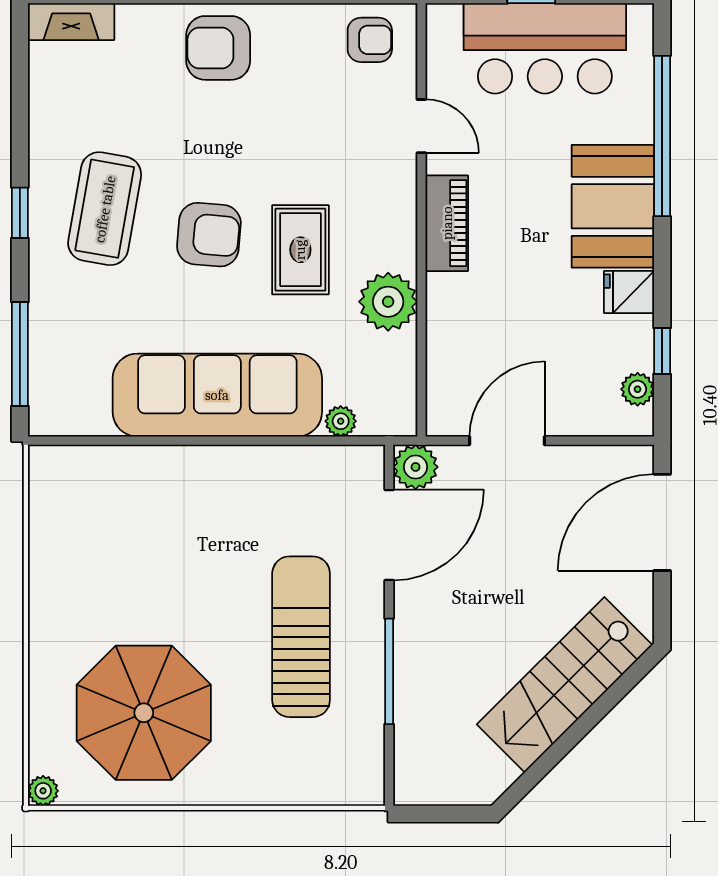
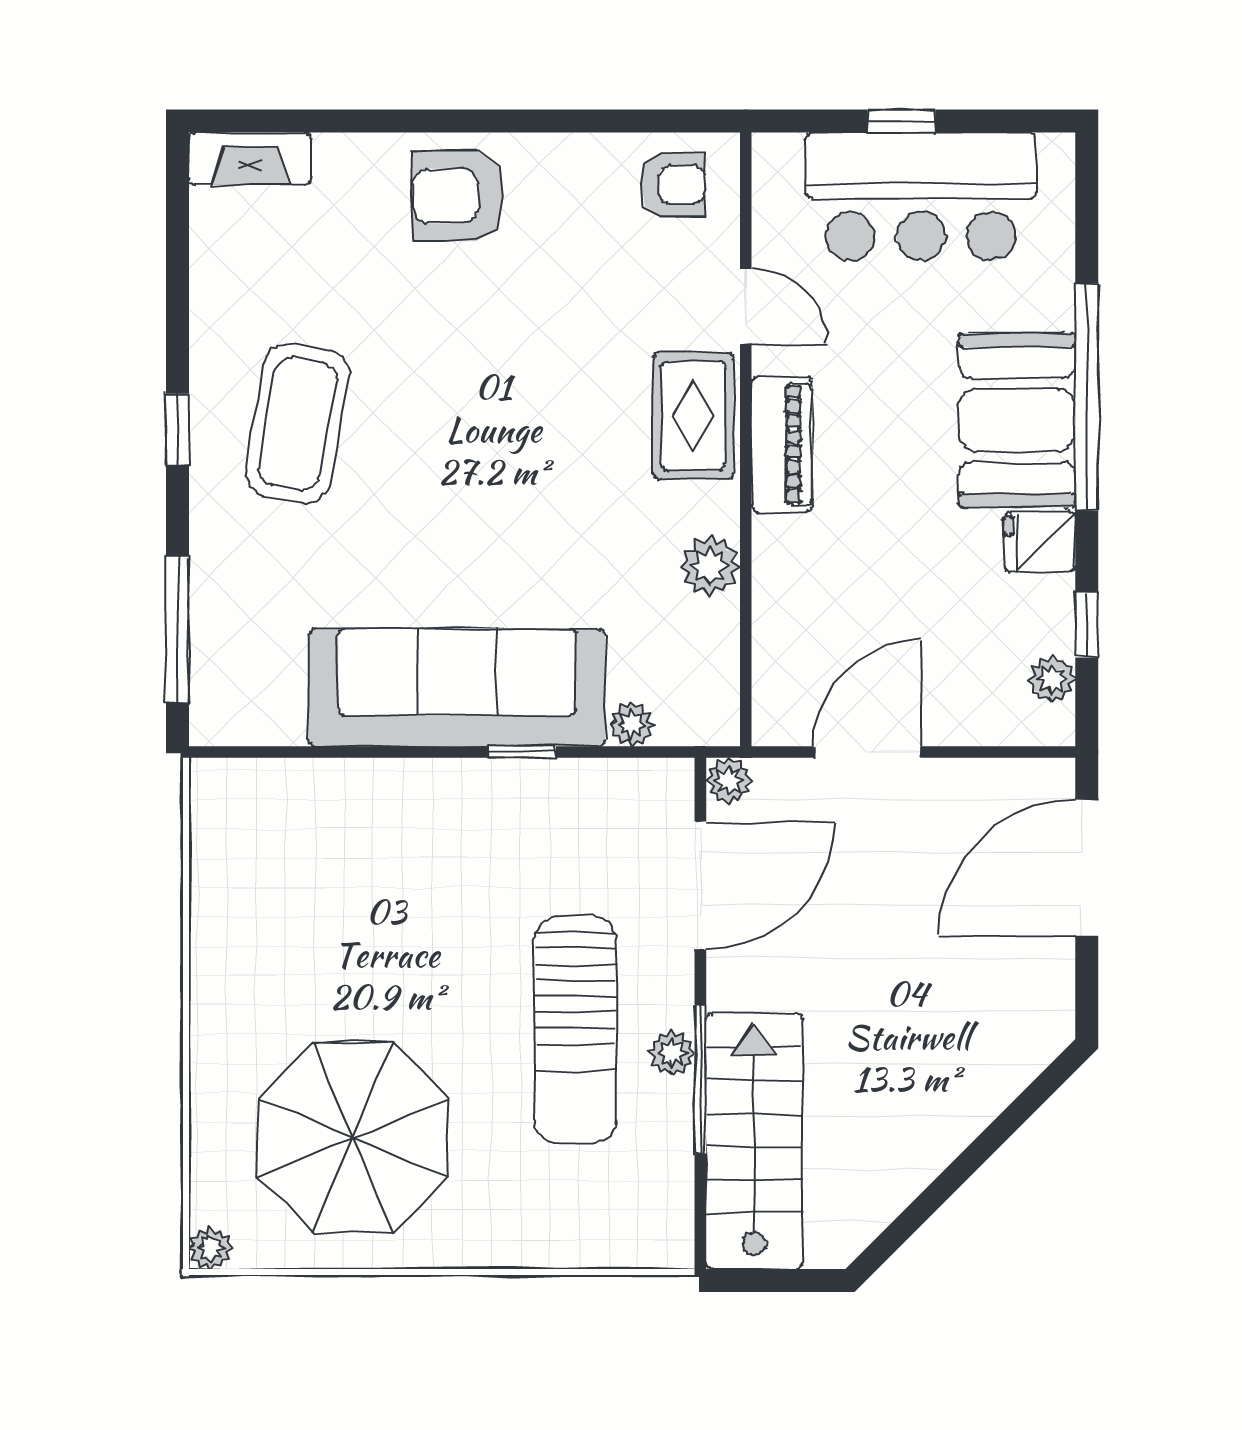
window: (662, 136) -> (1087, 397), moved
armchair: (209, 235) -> (445, 460), removed
rug: (300, 250) -> (693, 416), moved
plant: (388, 302) -> (710, 566), width x0.73, depth x0.73
window: (263, 441) -> (522, 752), added
plant: (416, 467) -> (729, 781), width x0.73, depth x0.73
sun lounger: (301, 637) -> (576, 1030), turned 180
plant: (369, 653) -> (672, 1053), added
stairs: (565, 685) -> (754, 1141), moved, turned 135

